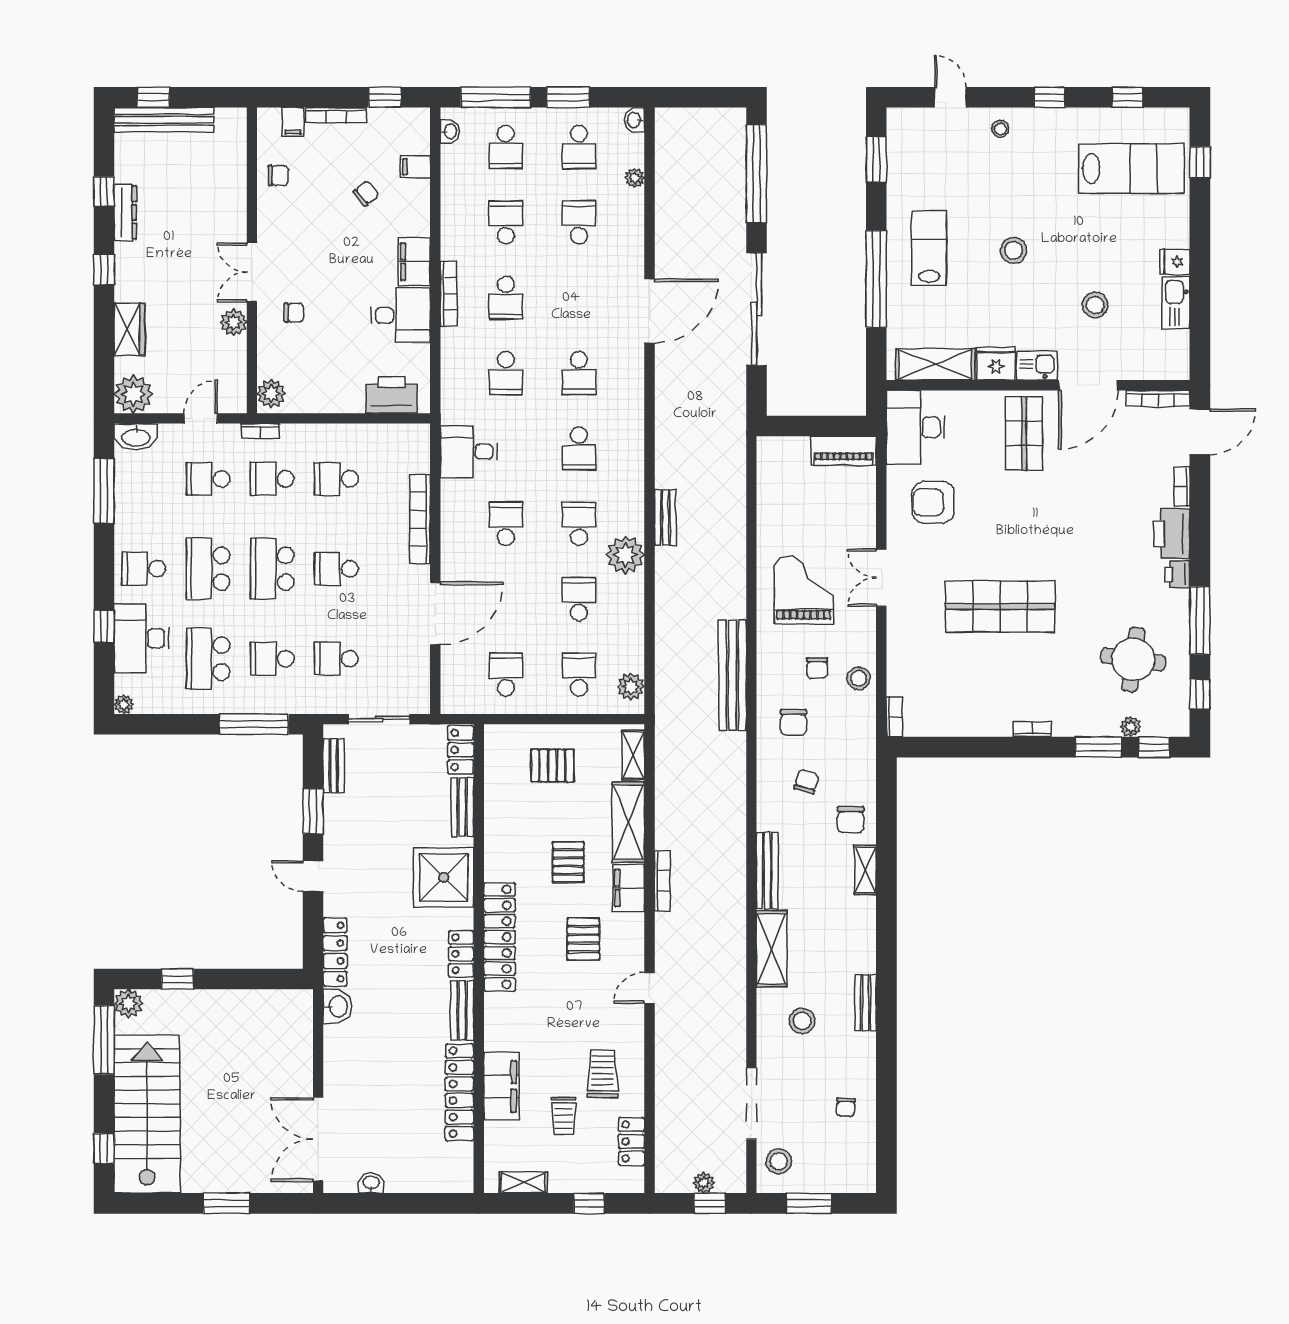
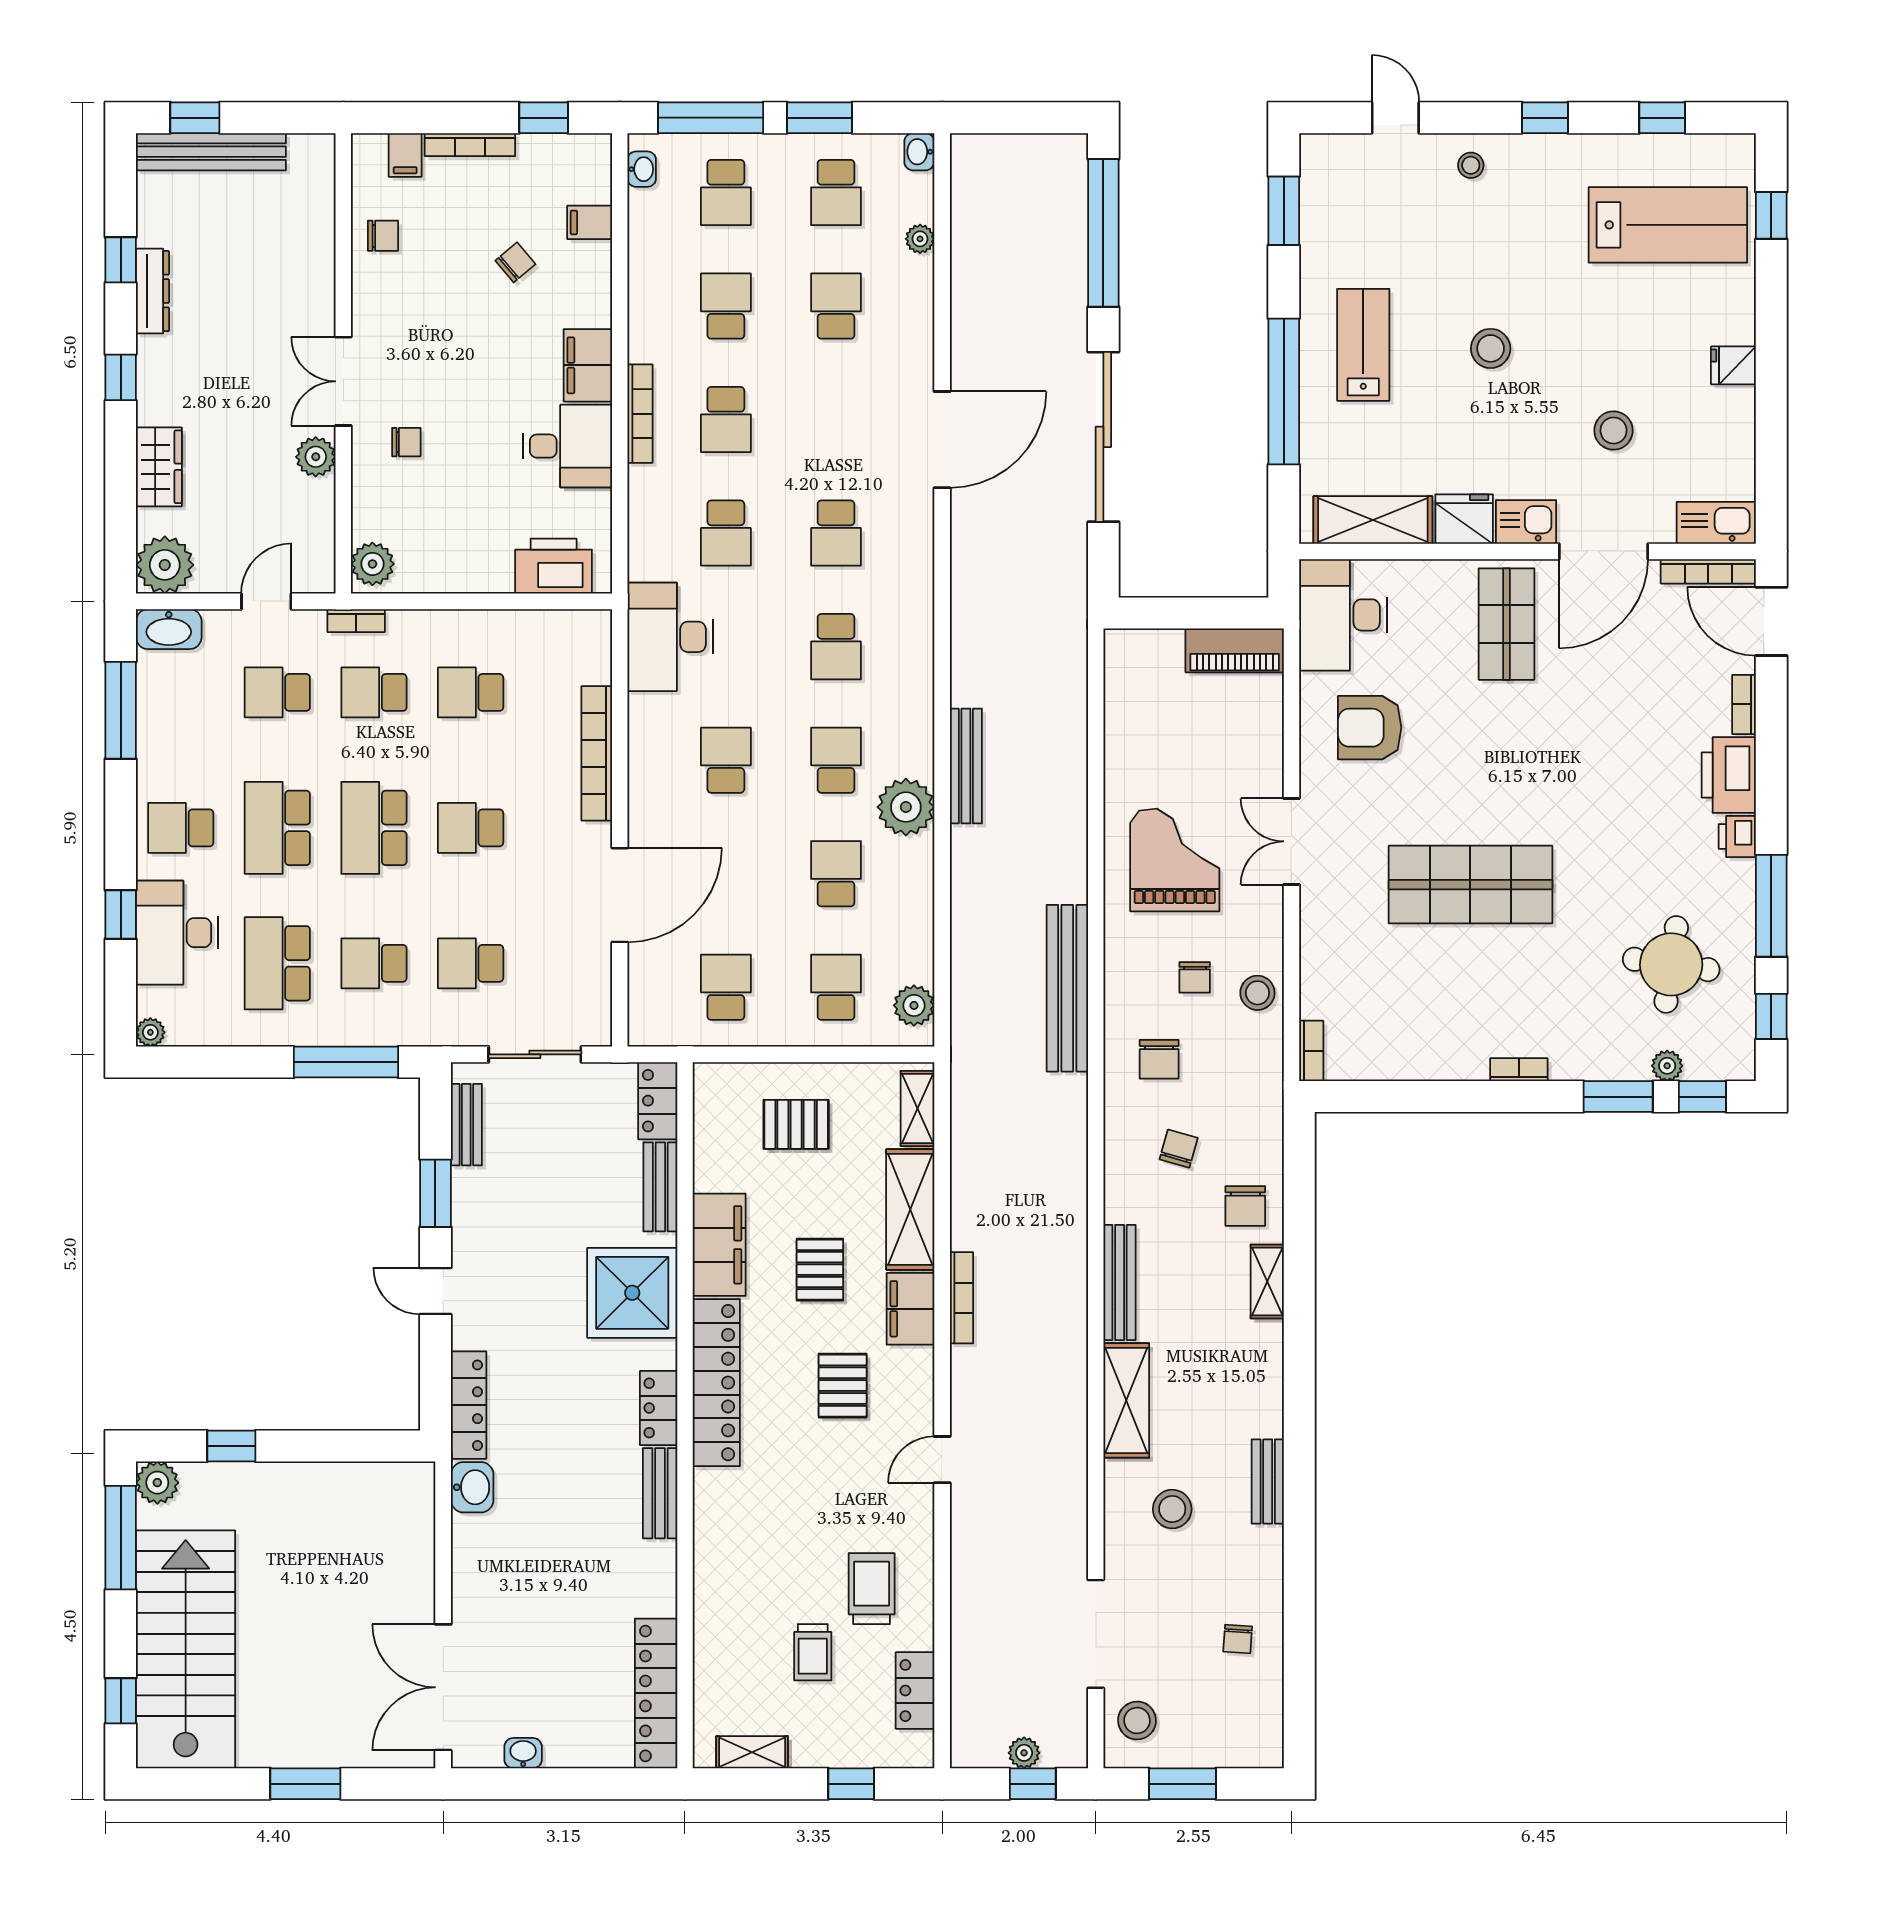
kitchen sink: (1176, 303) -> (1716, 523), moved, turned 90
door: (1200, 432) -> (1771, 621), swing flipped
desk: (469, 452) -> (670, 637), width x1.37
bench: (665, 518) -> (966, 766), width x1.36
filing cabinet: (501, 1086) -> (719, 1245), moved
locker: (459, 1092) -> (656, 1693), moved

